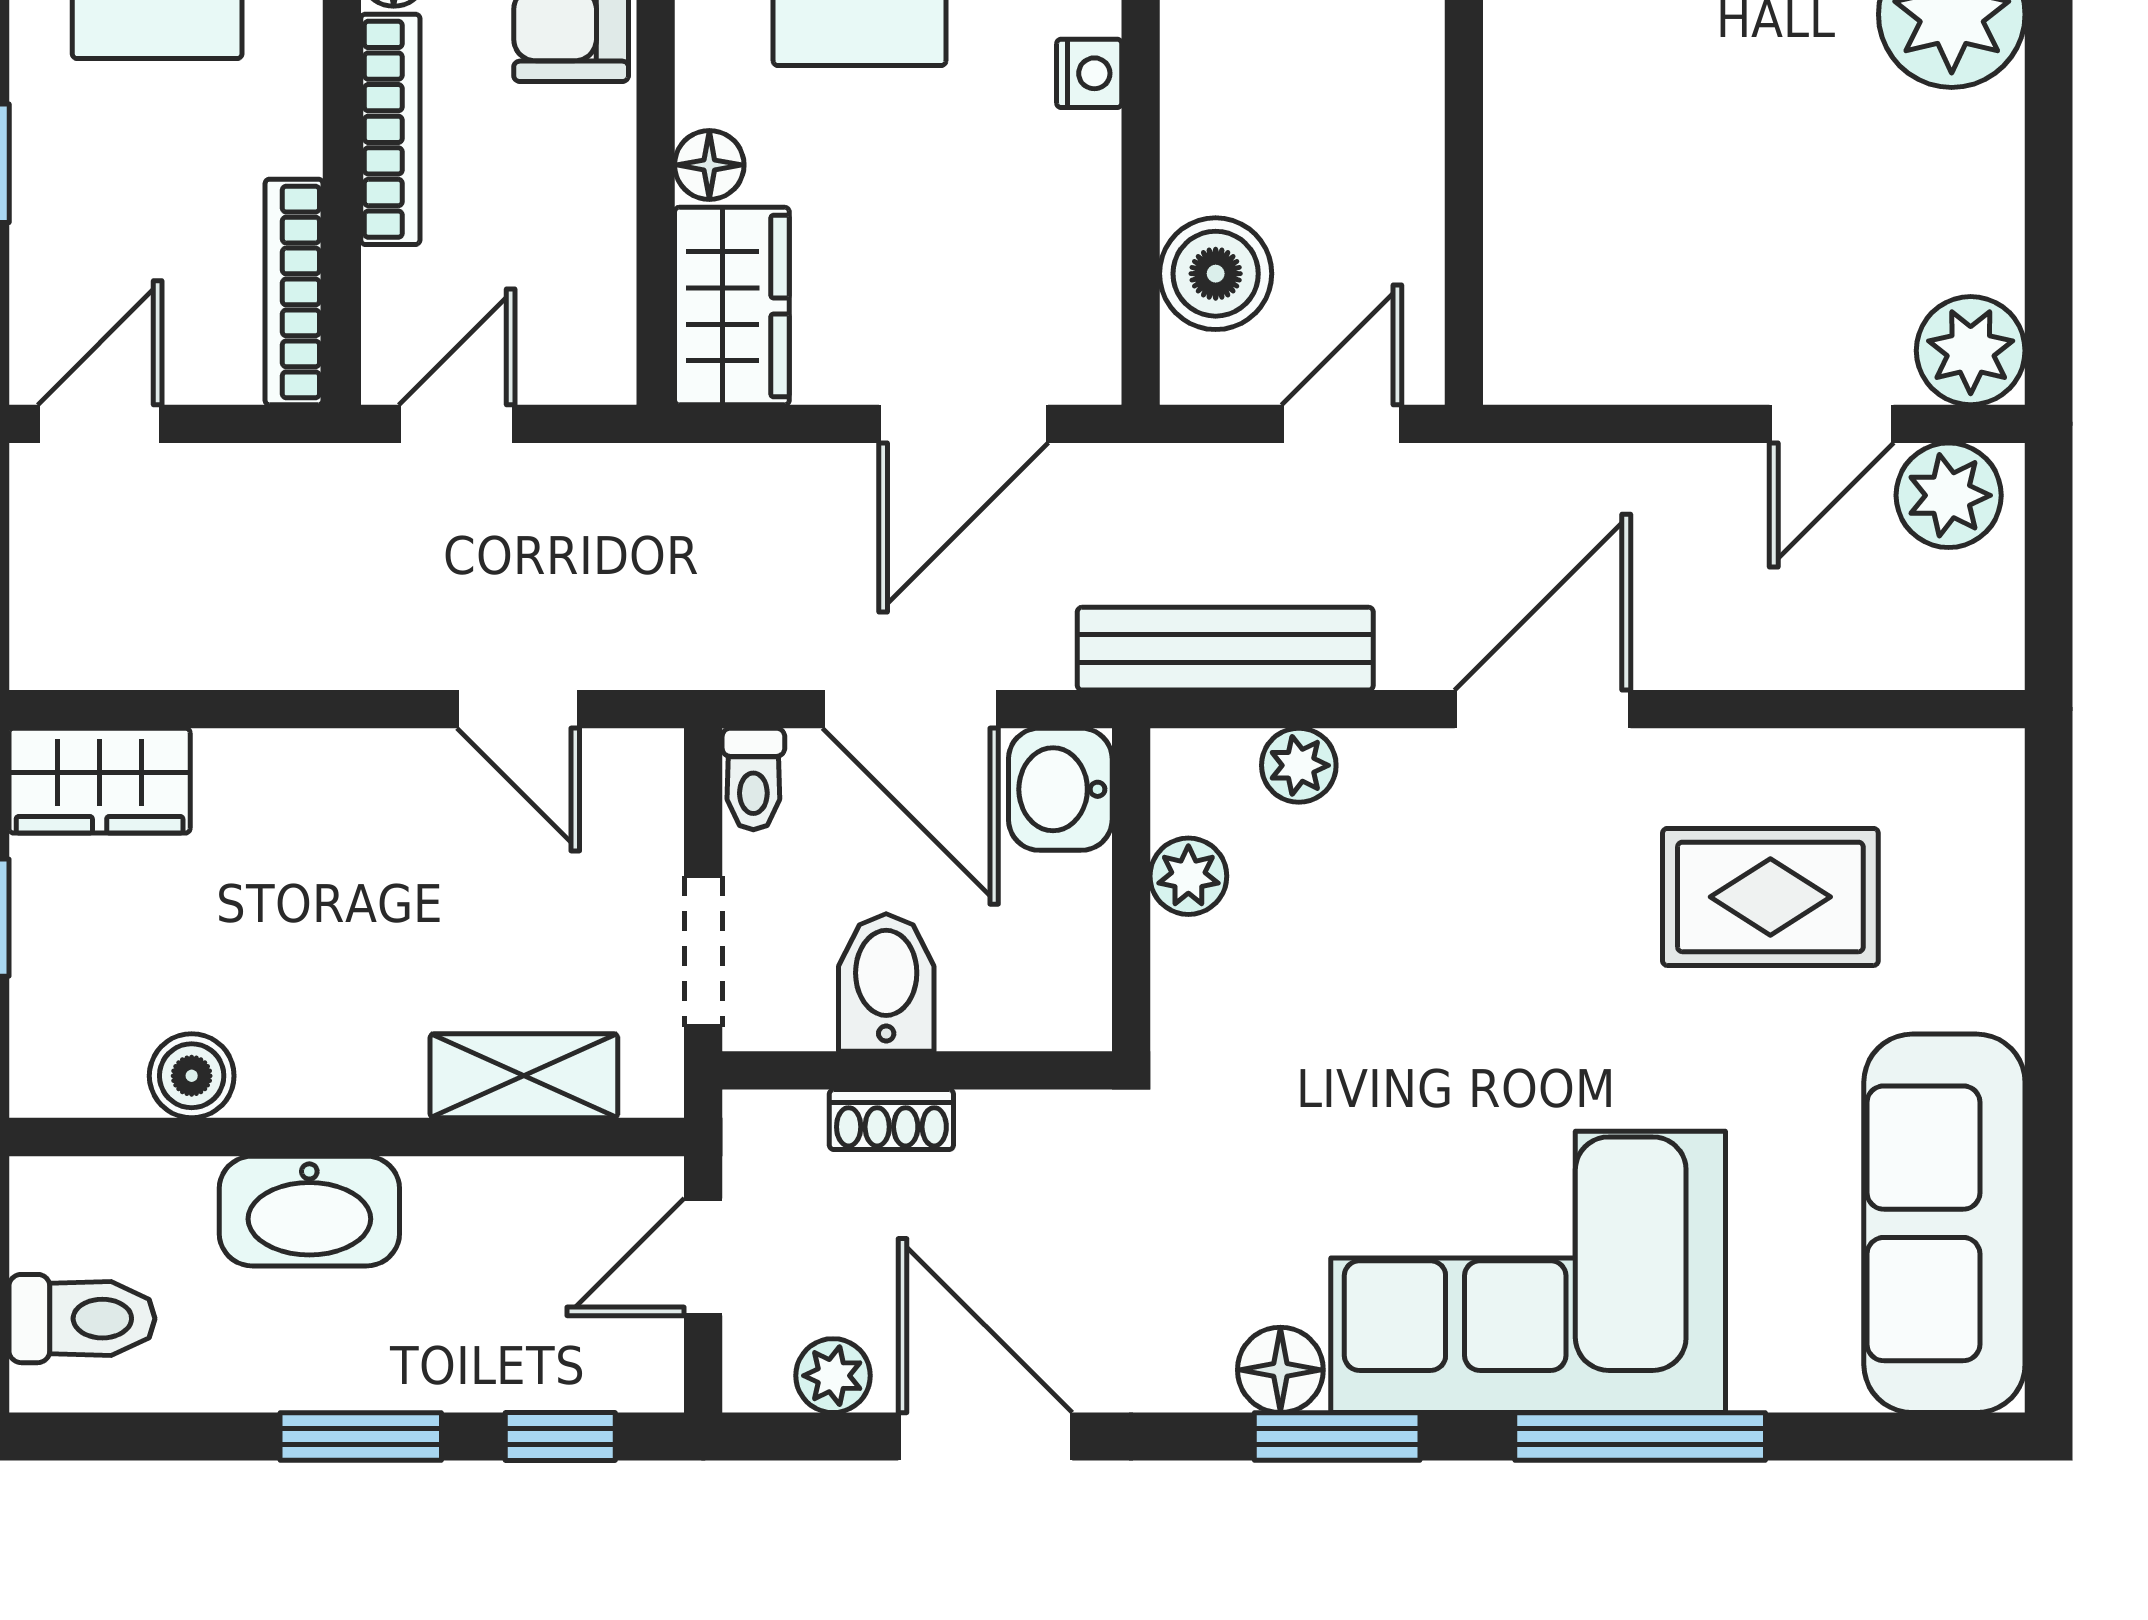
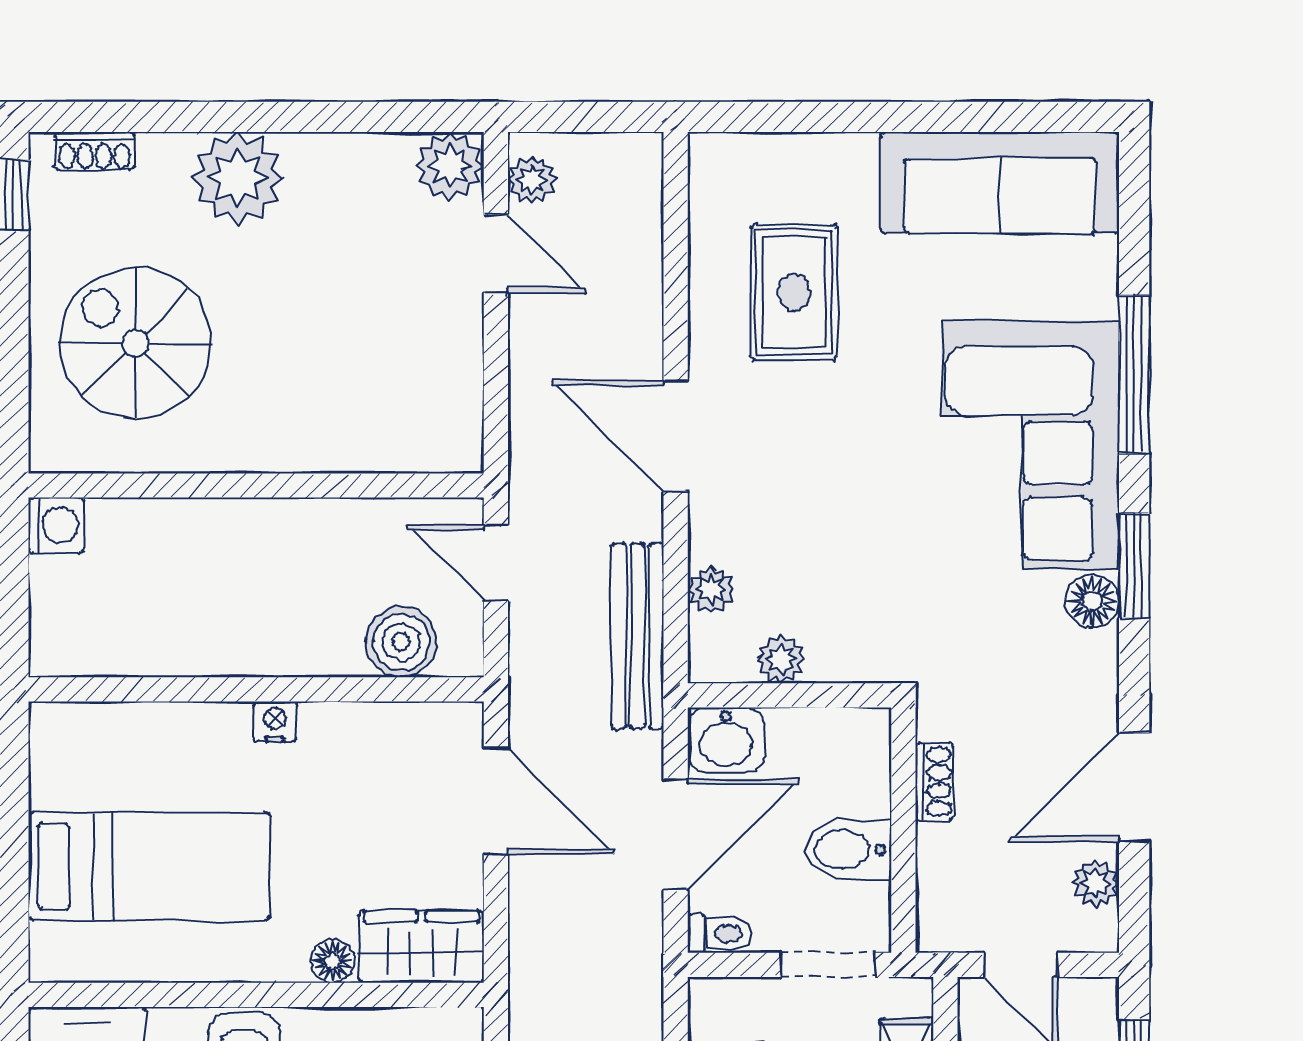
plant: (1949, 495) -> (532, 180), width x0.73, depth x0.73
shoe rack: (891, 1120) -> (934, 782), moved

